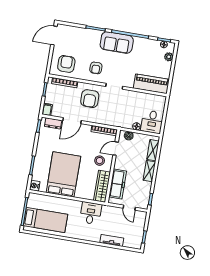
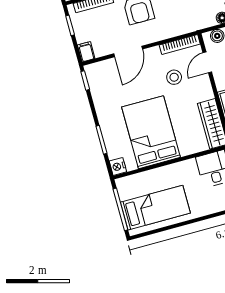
dresser: (53, 123) -> (104, 67), removed
stool: (100, 161) -> (174, 77), moved

